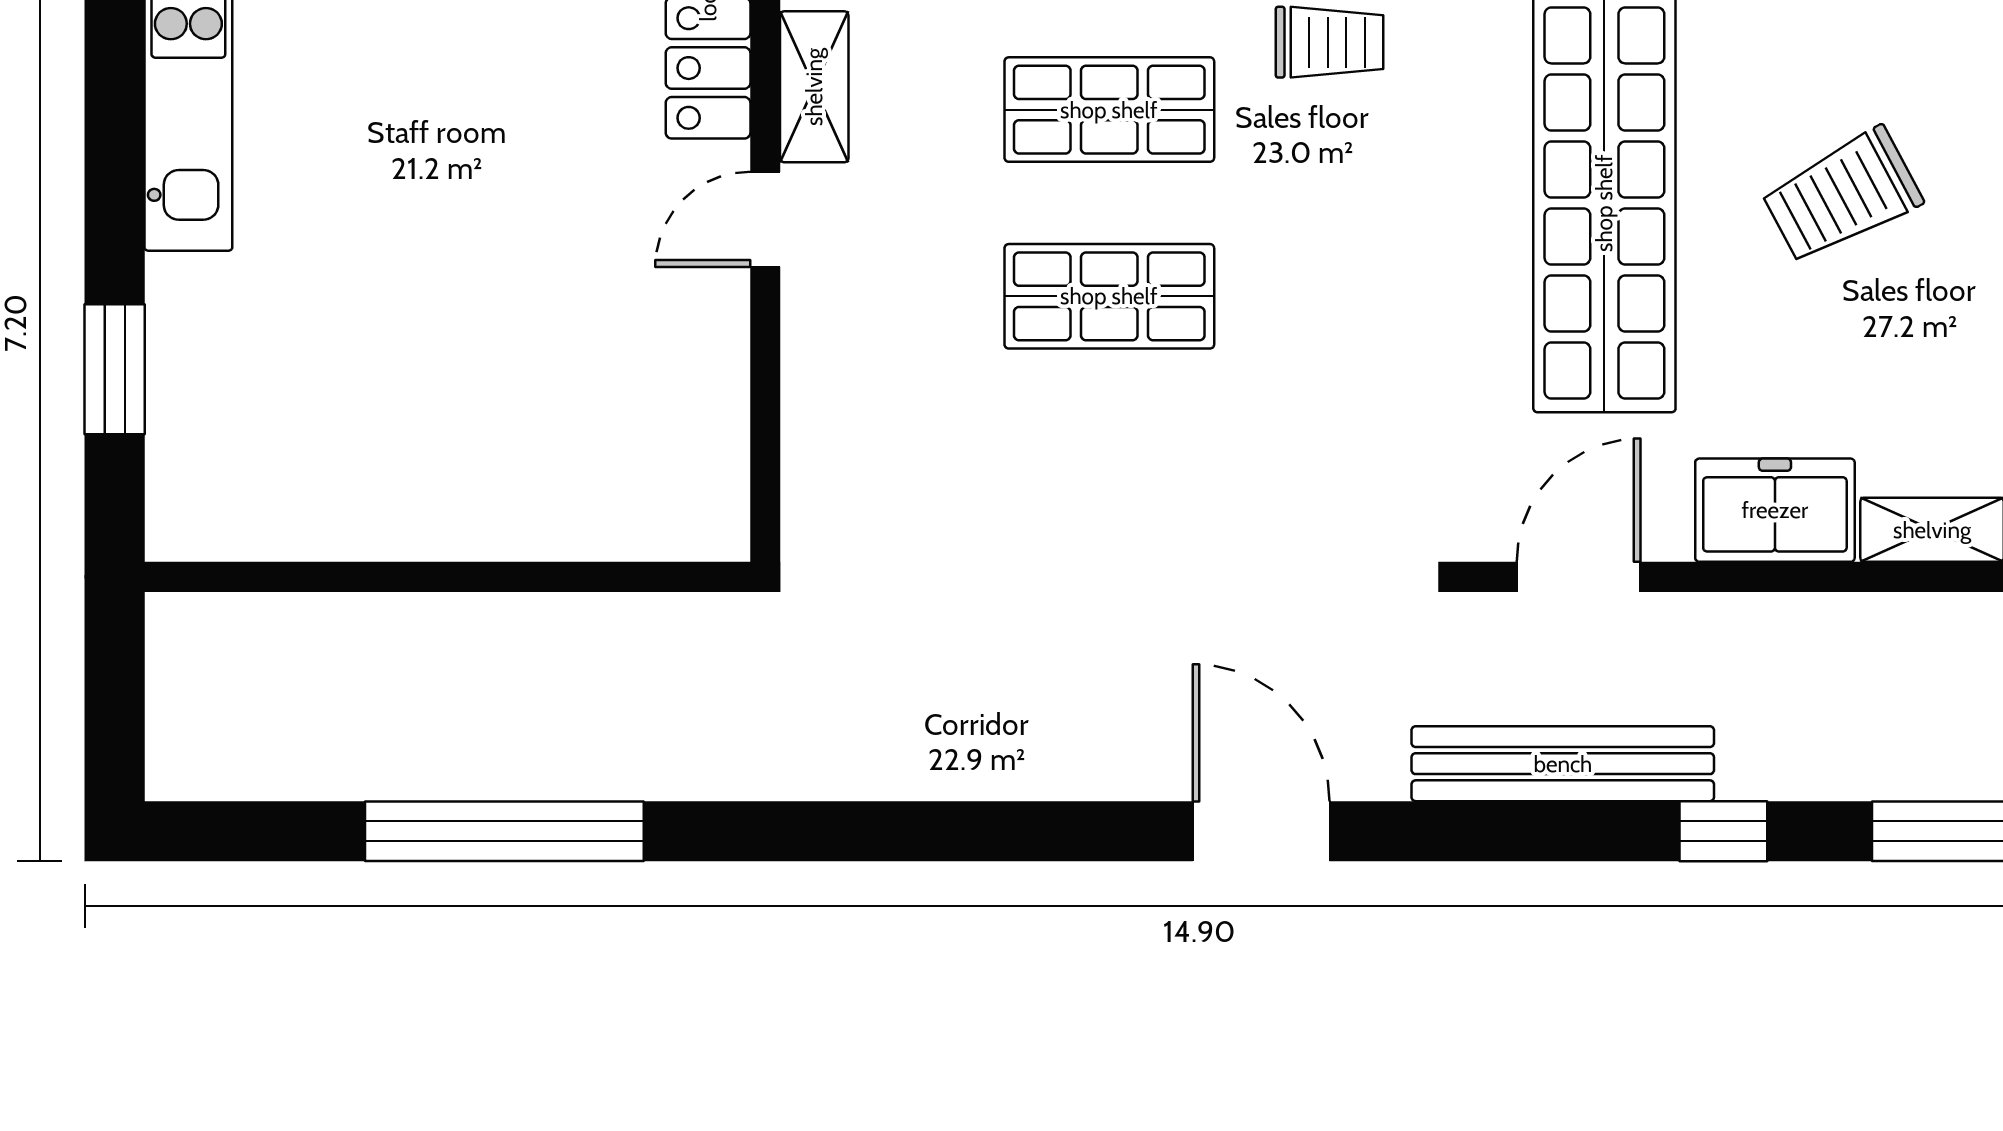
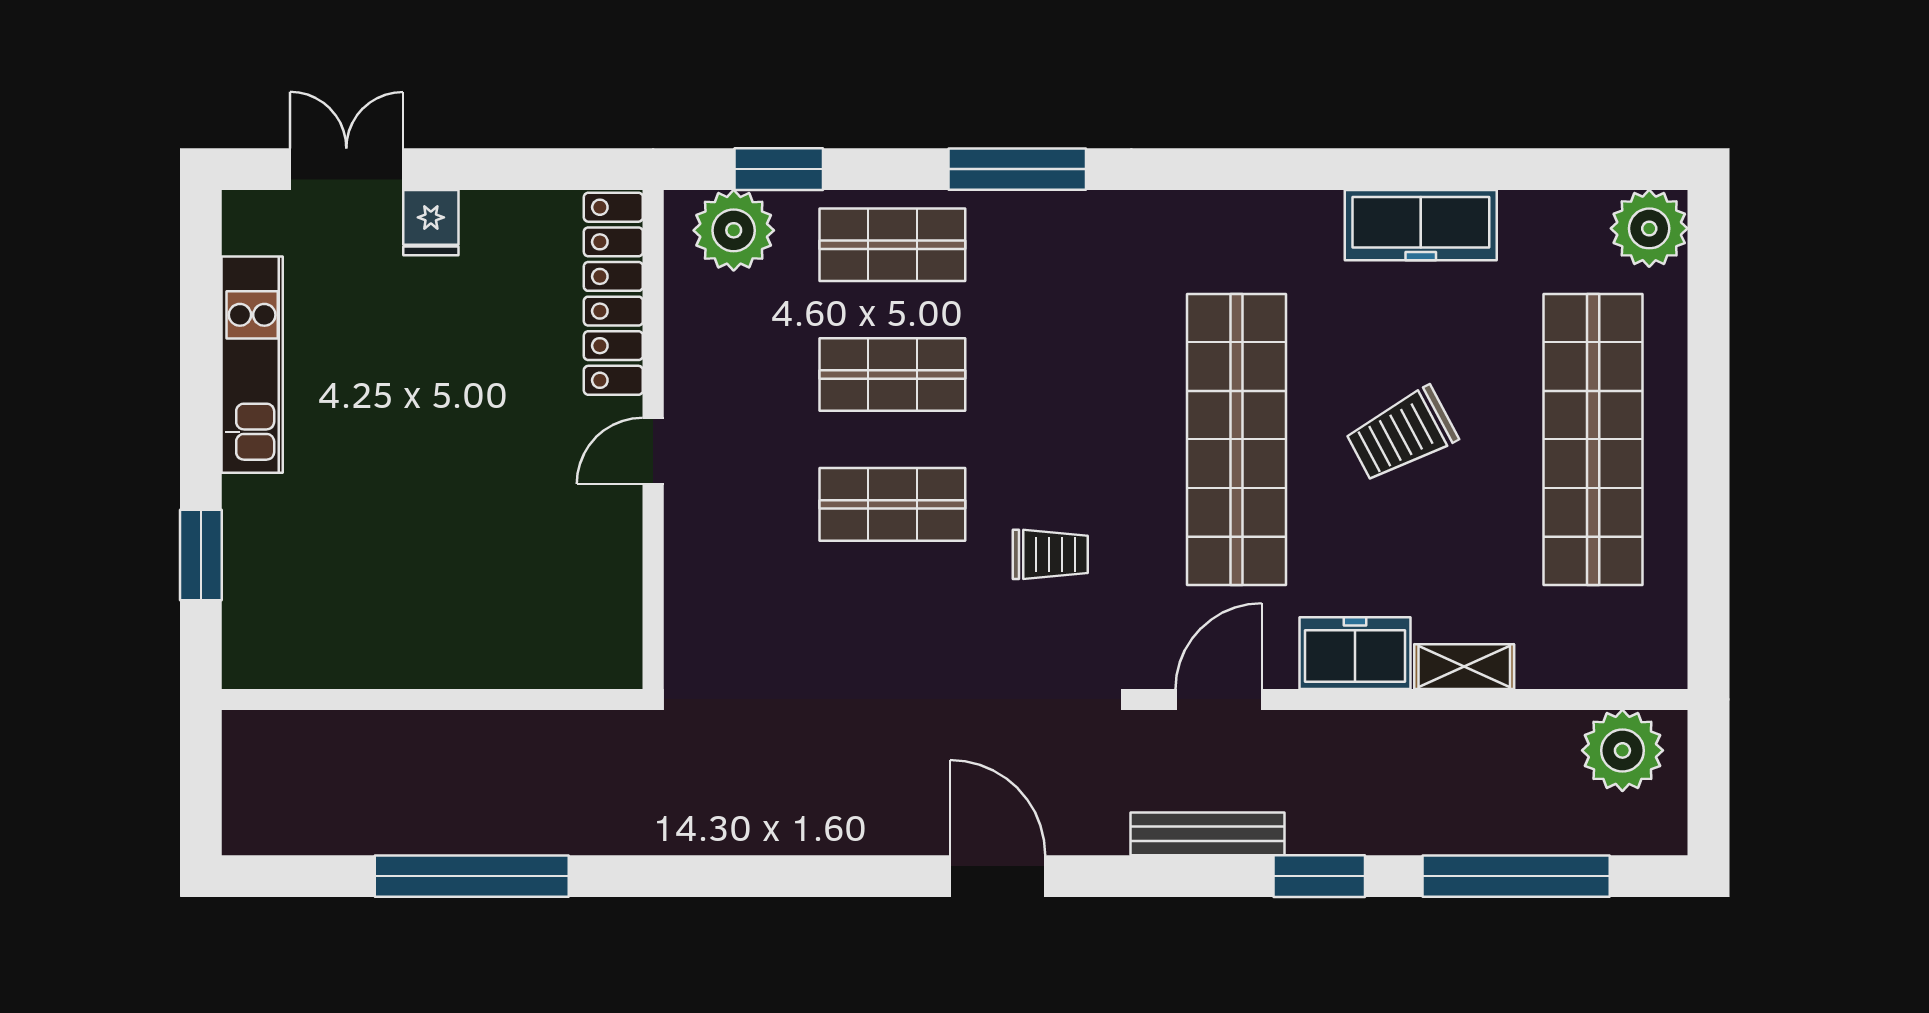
trolley: (1329, 42) -> (1050, 554), moved
shelving: (814, 87) -> (687, 359), removed
bench: (1563, 764) -> (1208, 834), width x0.73, depth x0.82
window: (1723, 831) -> (1319, 876), width x1.50

